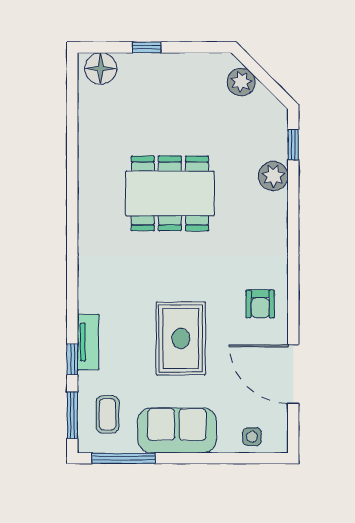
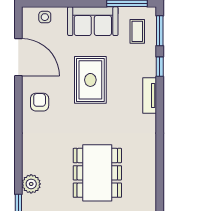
dining table: (170, 193) -> (97, 173), turned 90
tv unit: (88, 342) -> (150, 95), moved

